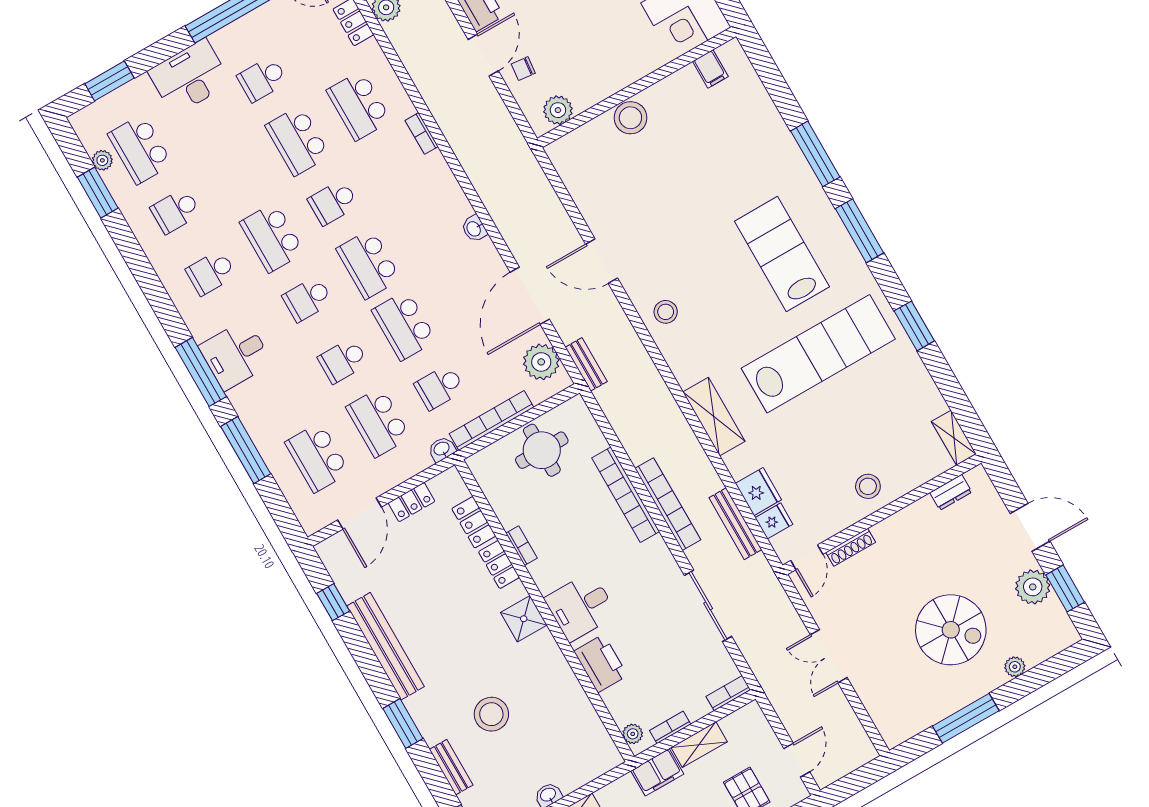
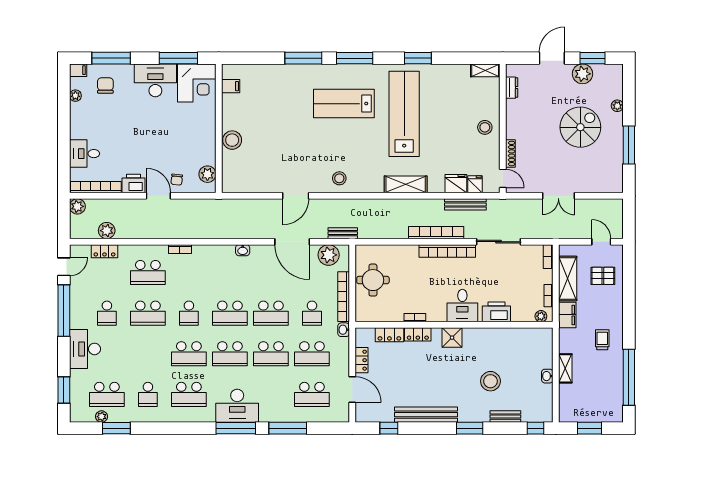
school desk: (211, 273) -> (189, 394), width x1.85
school desk: (307, 299) -> (230, 354), width x1.85
desk: (236, 355) -> (237, 406), width x1.37
school desk: (343, 361) -> (271, 354), width x1.85
bookcase: (626, 495) -> (447, 251), moved
shelving: (699, 745) -> (568, 279), width x1.50, depth x1.33

